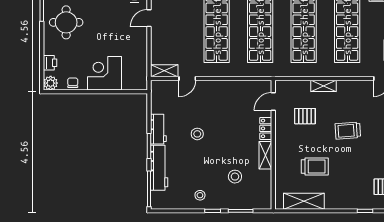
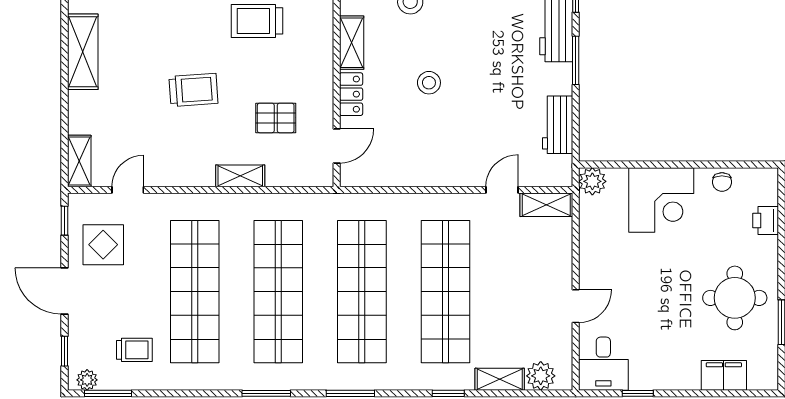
plant: (51, 83) -> (592, 181), moved
workbench: (158, 129) -> (558, 125), moved
stool: (197, 134) -> (429, 83), moved

